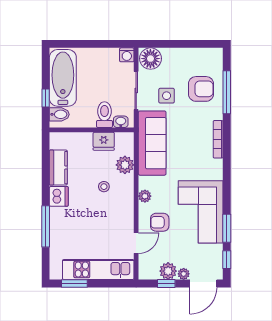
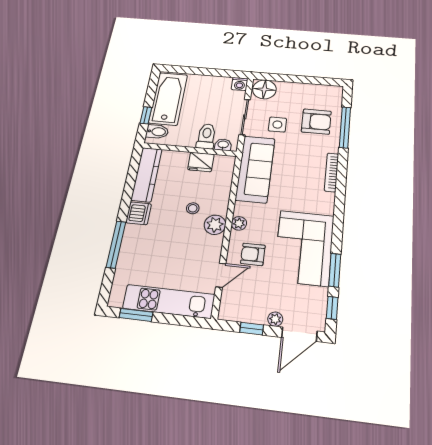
plant: (125, 165) -> (215, 225), moved
kitchen counter: (58, 168) -> (147, 174), width x1.50
plant: (168, 271) -> (256, 313), removed

